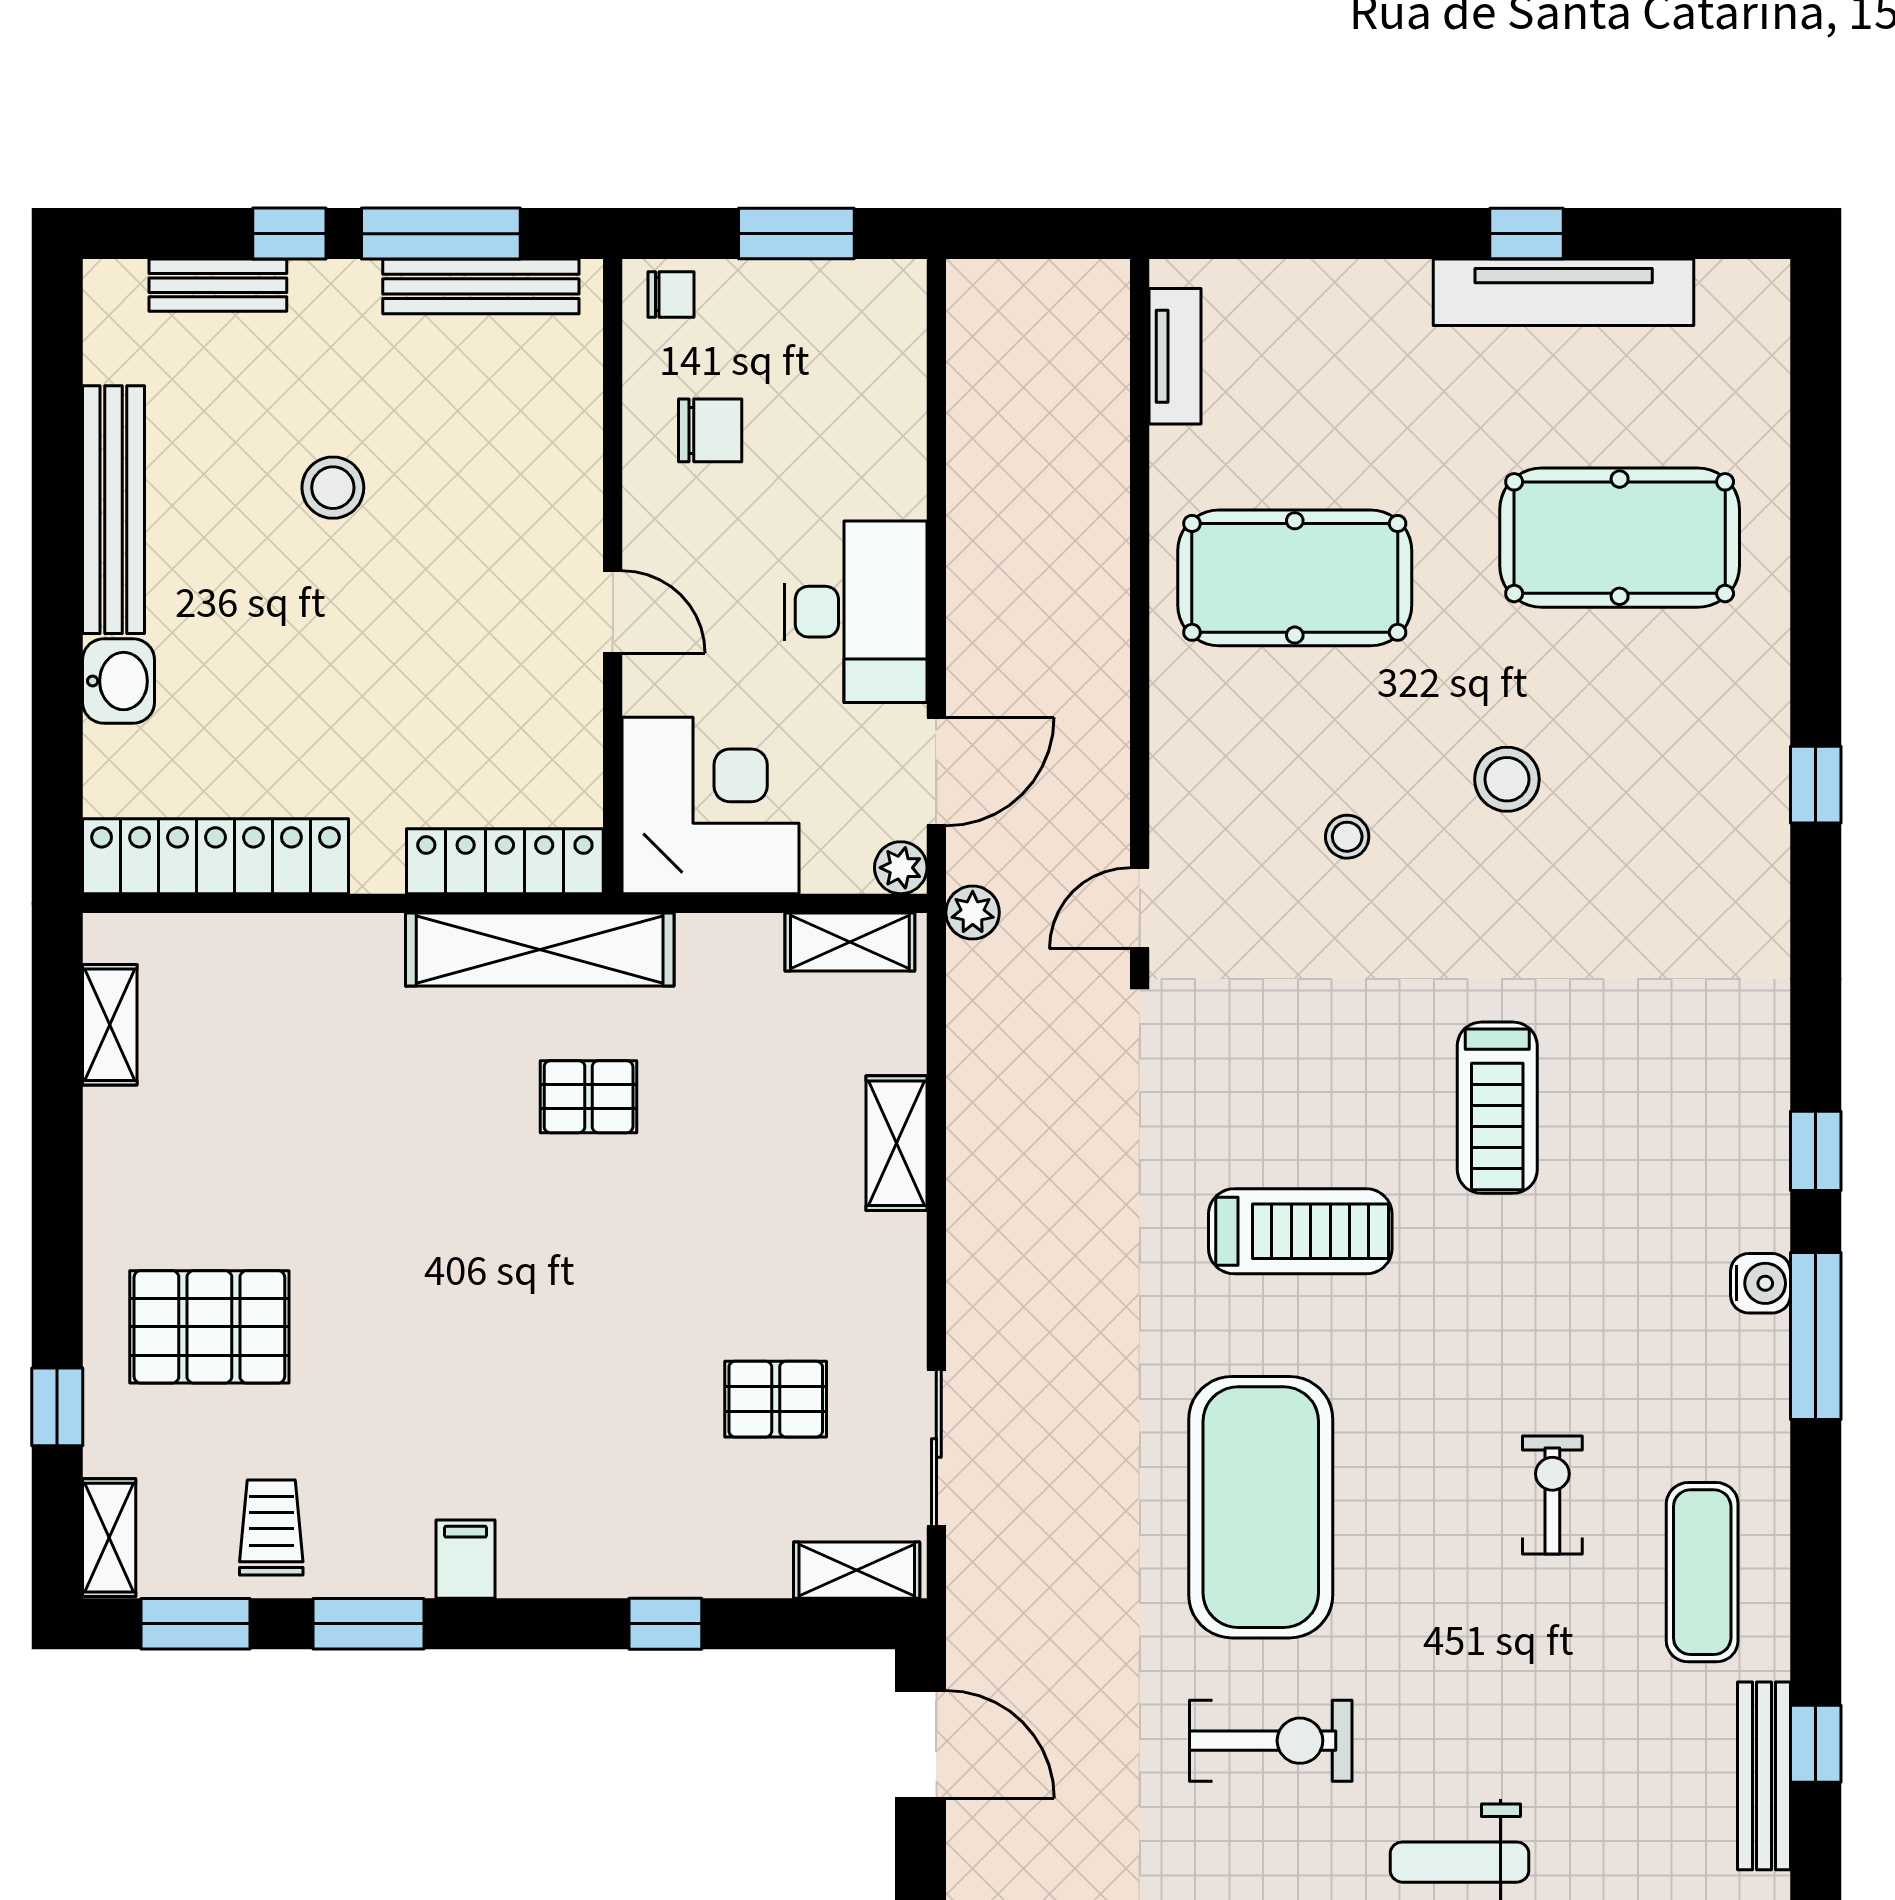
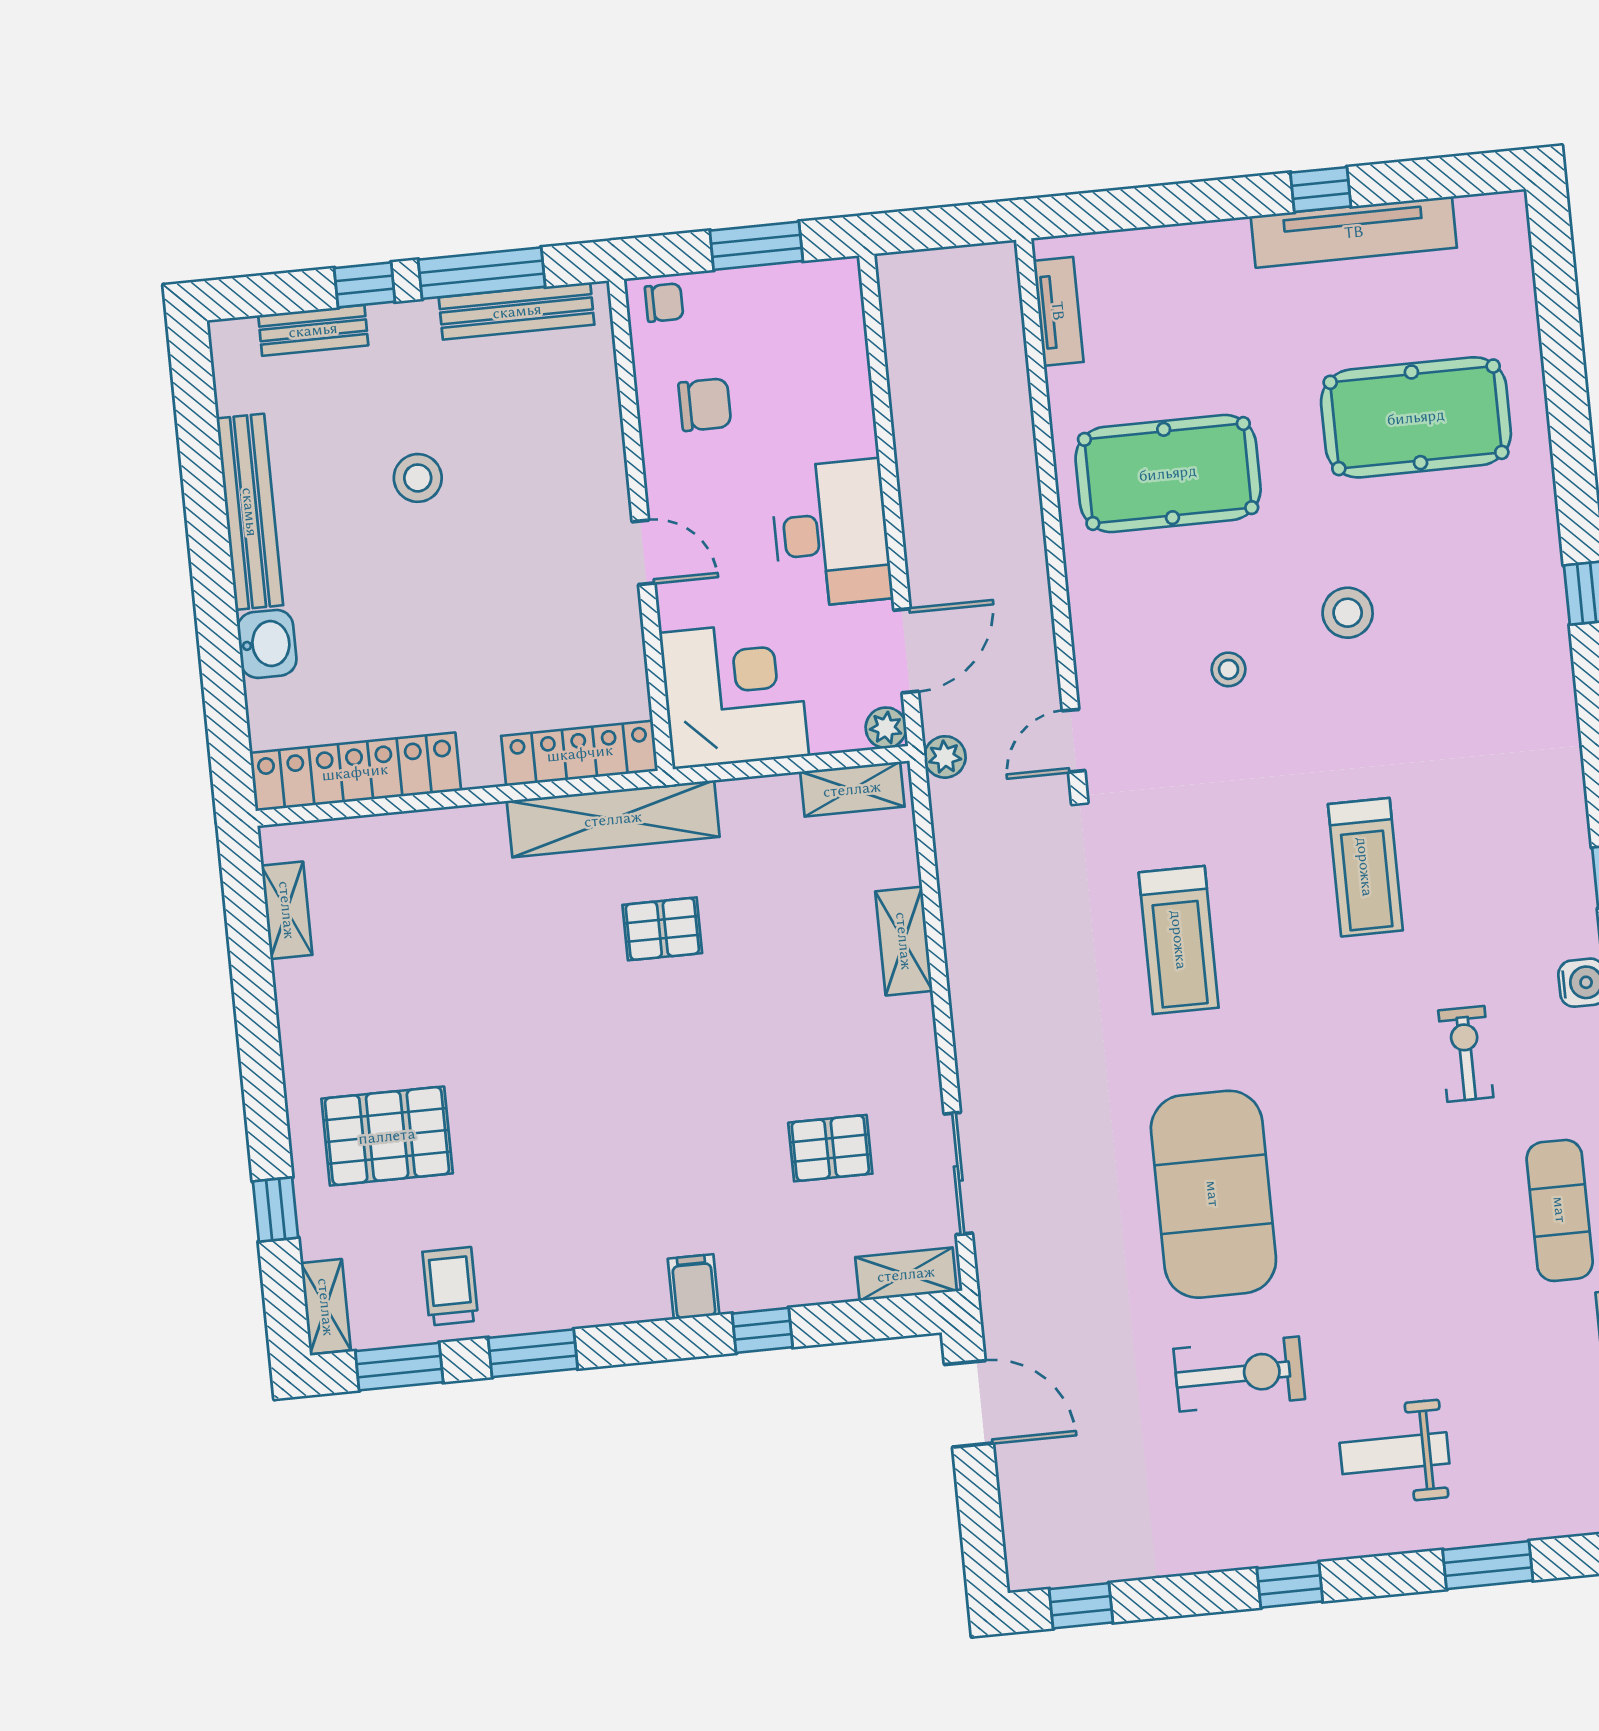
treadmill: (1300, 1231) -> (1179, 940), moved, turned 90
exercise bike: (1552, 1495) -> (1466, 1054), moved
filing cabinet: (466, 1559) -> (694, 1287), moved

